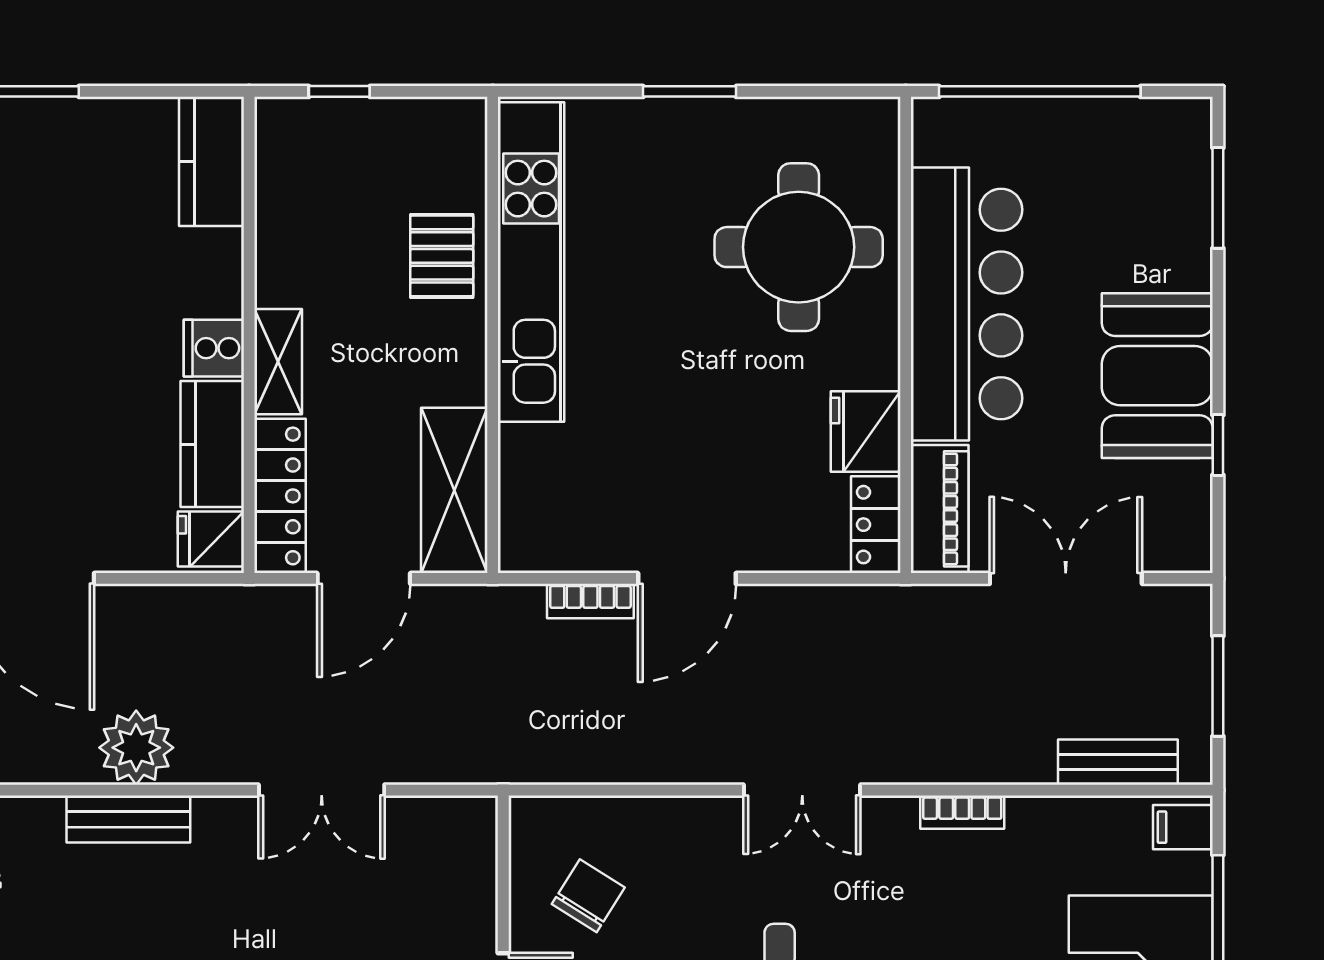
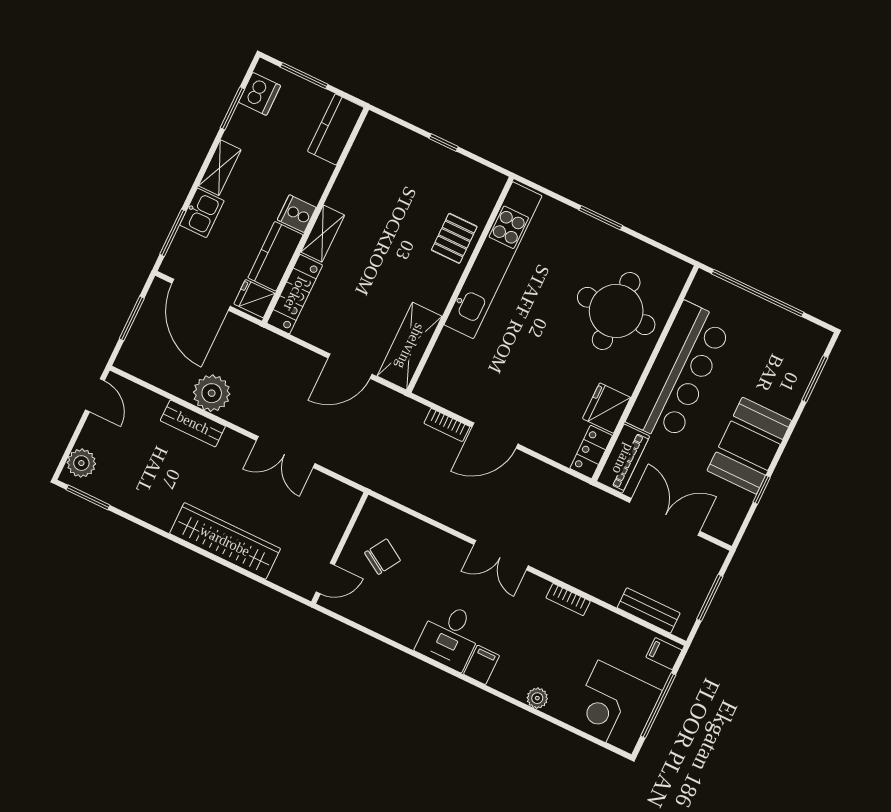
kitchen counter: (212, 161) -> (336, 129), moved
wall: (249, 335) -> (315, 215), moved
cooker: (214, 348) -> (297, 214), moved
shelving: (278, 362) -> (323, 234), moved
kitchen counter: (212, 444) -> (275, 256), moved
locker: (280, 496) -> (295, 294), moved
fridge: (211, 539) -> (254, 299), moved

